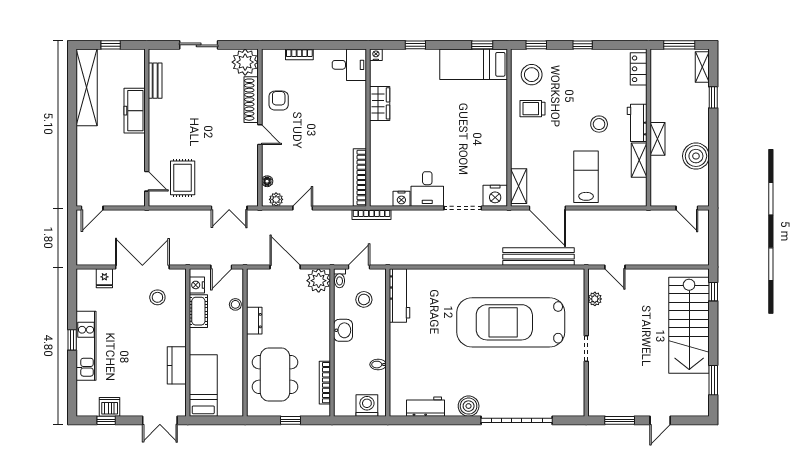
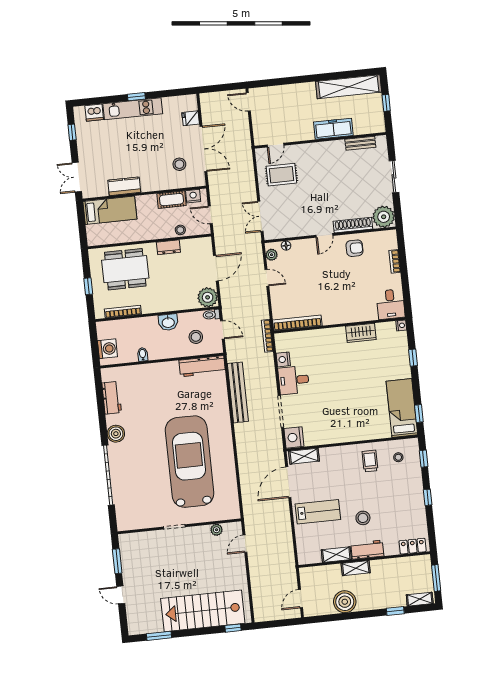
stool: (532, 75) -> (398, 457), width x0.53, depth x0.53
bench: (538, 257) -> (238, 392), moved
dishwasher: (110, 407) -> (94, 113), moved, turned 90

